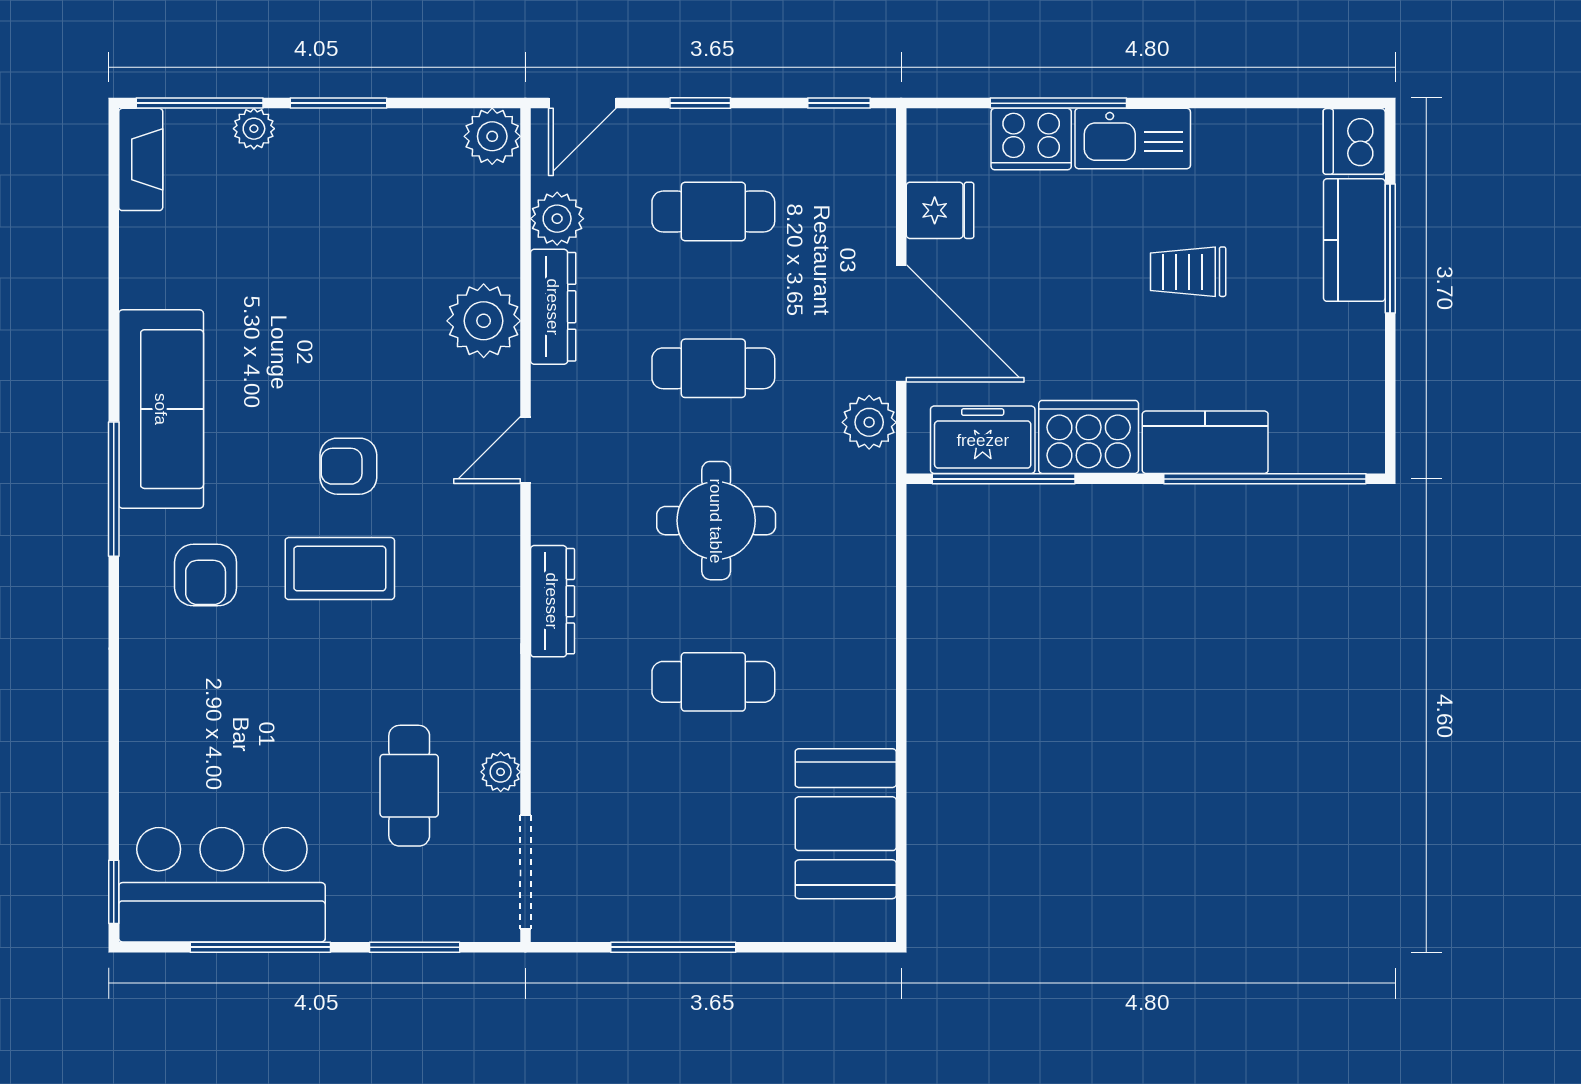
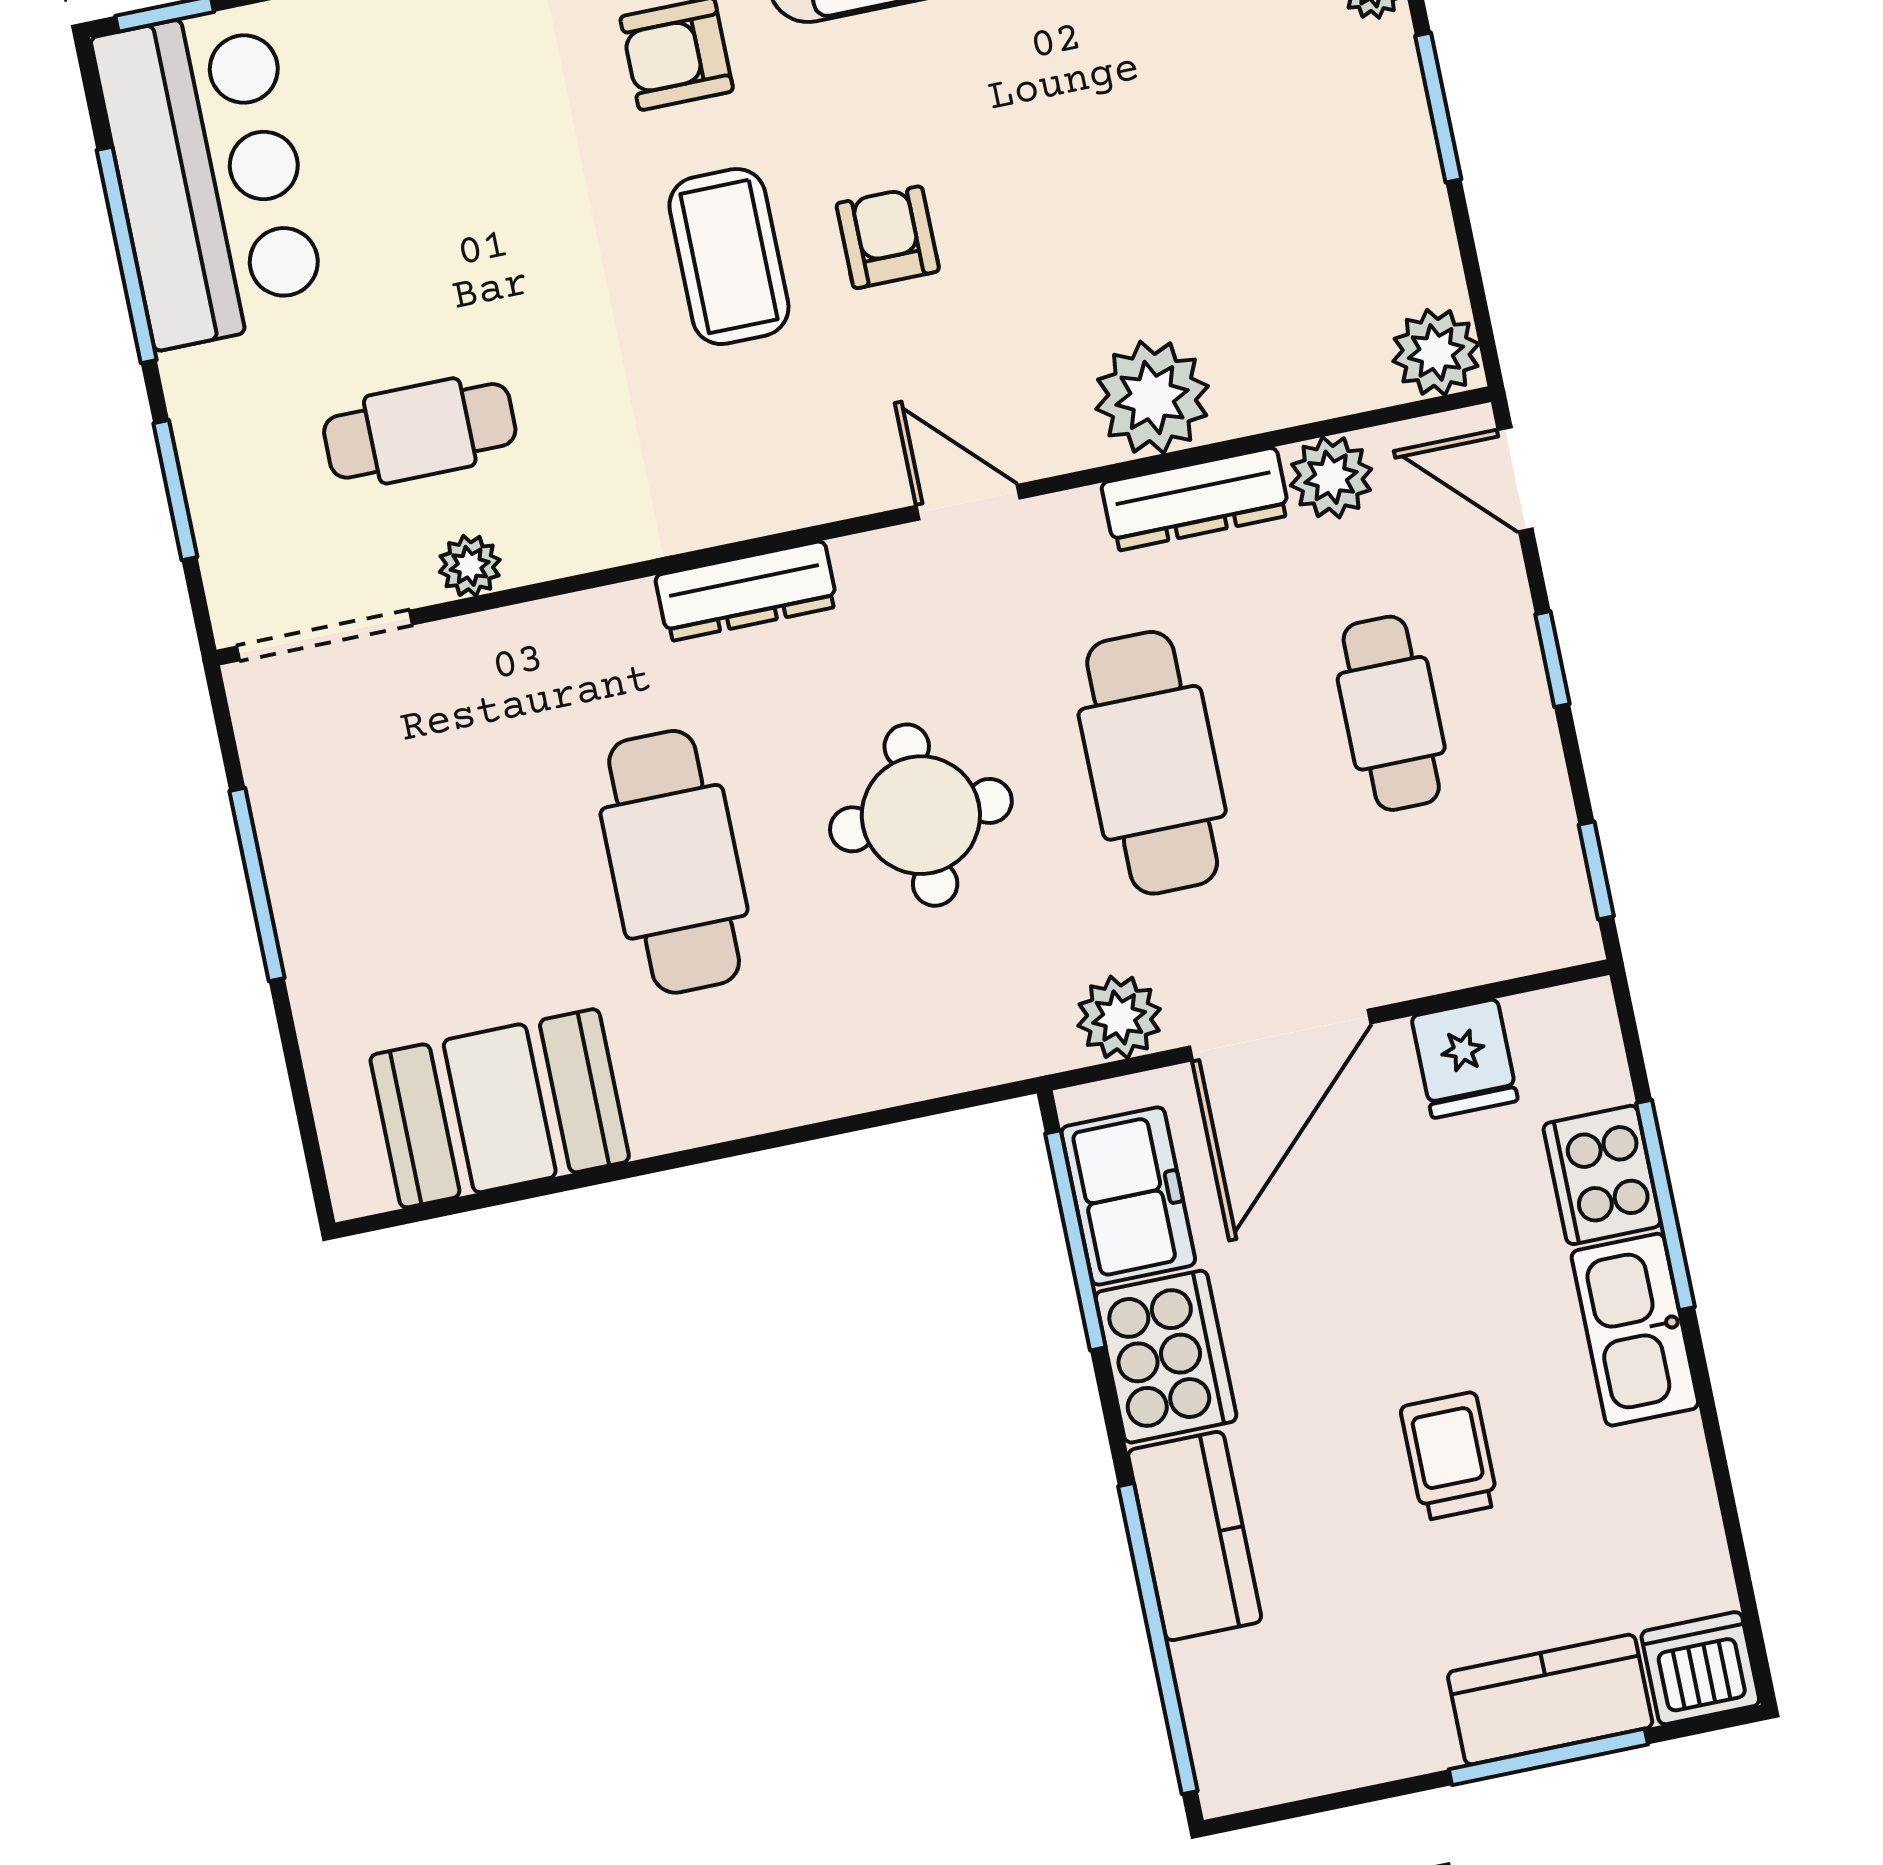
cafe table: (713, 368) -> (1152, 763), width x1.37, depth x1.35
cafe table: (713, 682) -> (674, 862), width x1.37, depth x1.35

